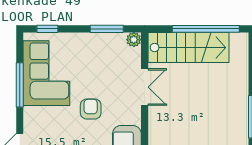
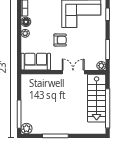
double door: (145, 87) -> (73, 72), swing flipped

